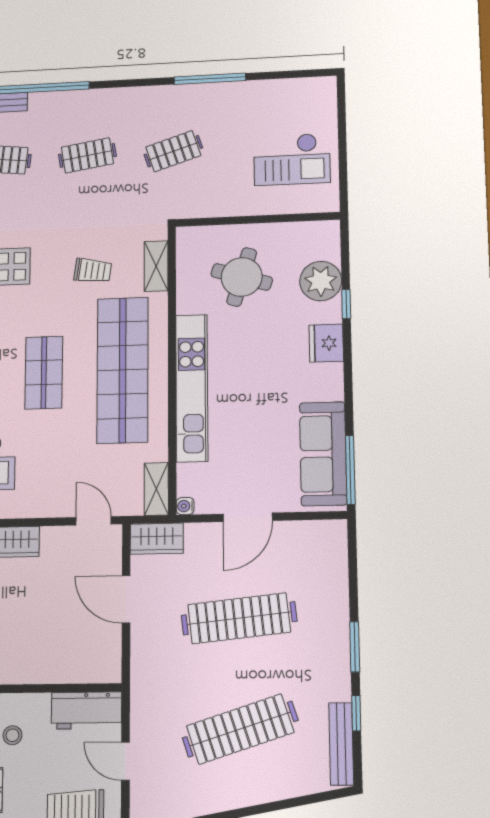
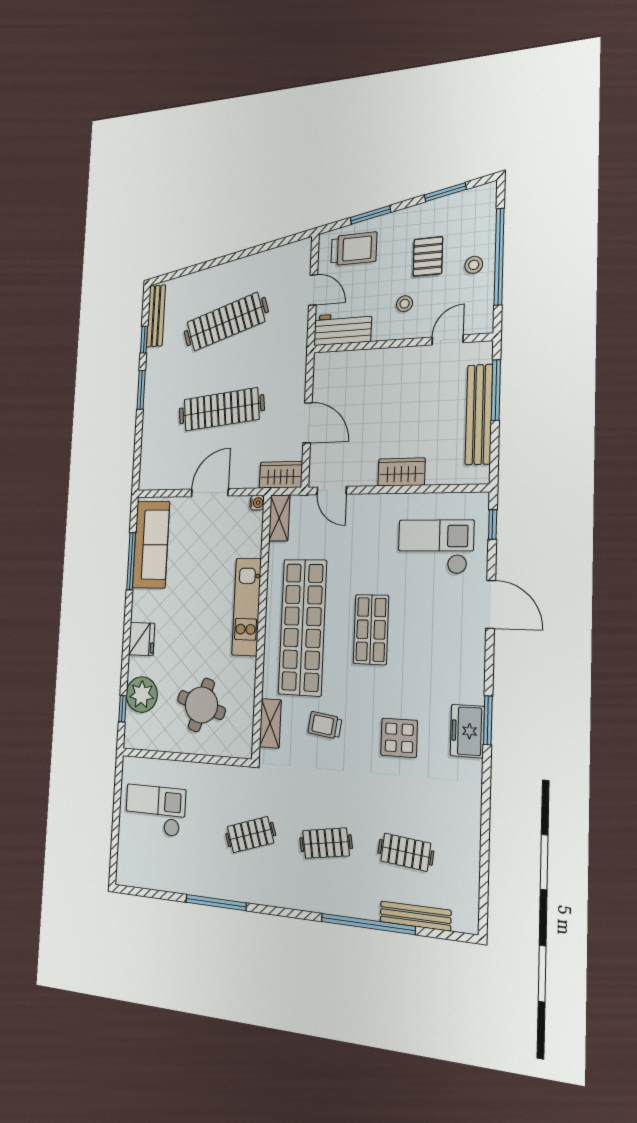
window: (346, 304) -> (122, 709), moved
kitchen unit: (192, 388) -> (247, 607), width x0.73
window: (350, 470) -> (131, 561), moved

